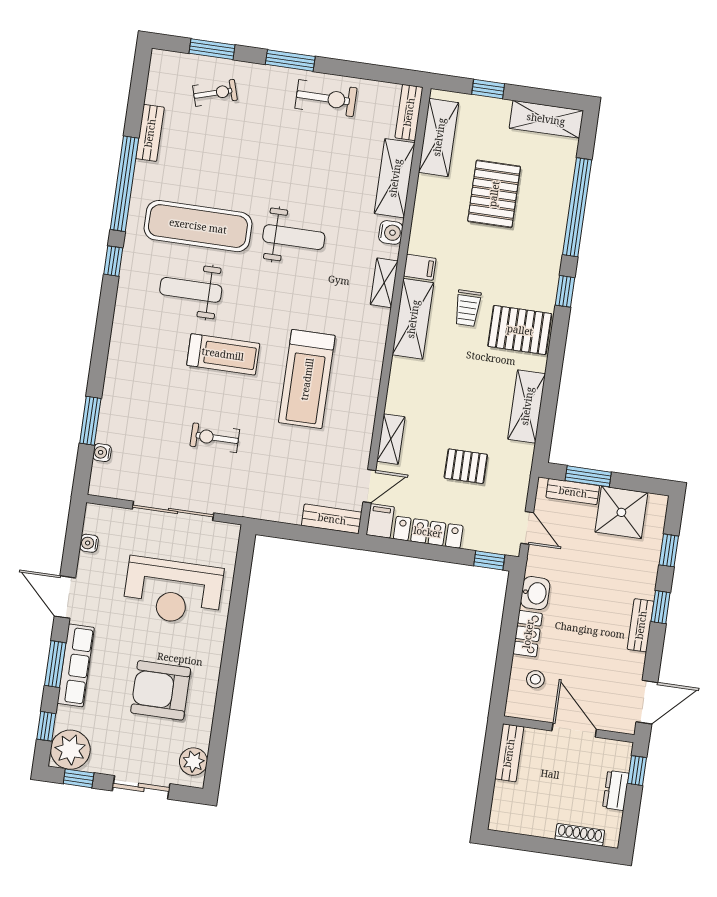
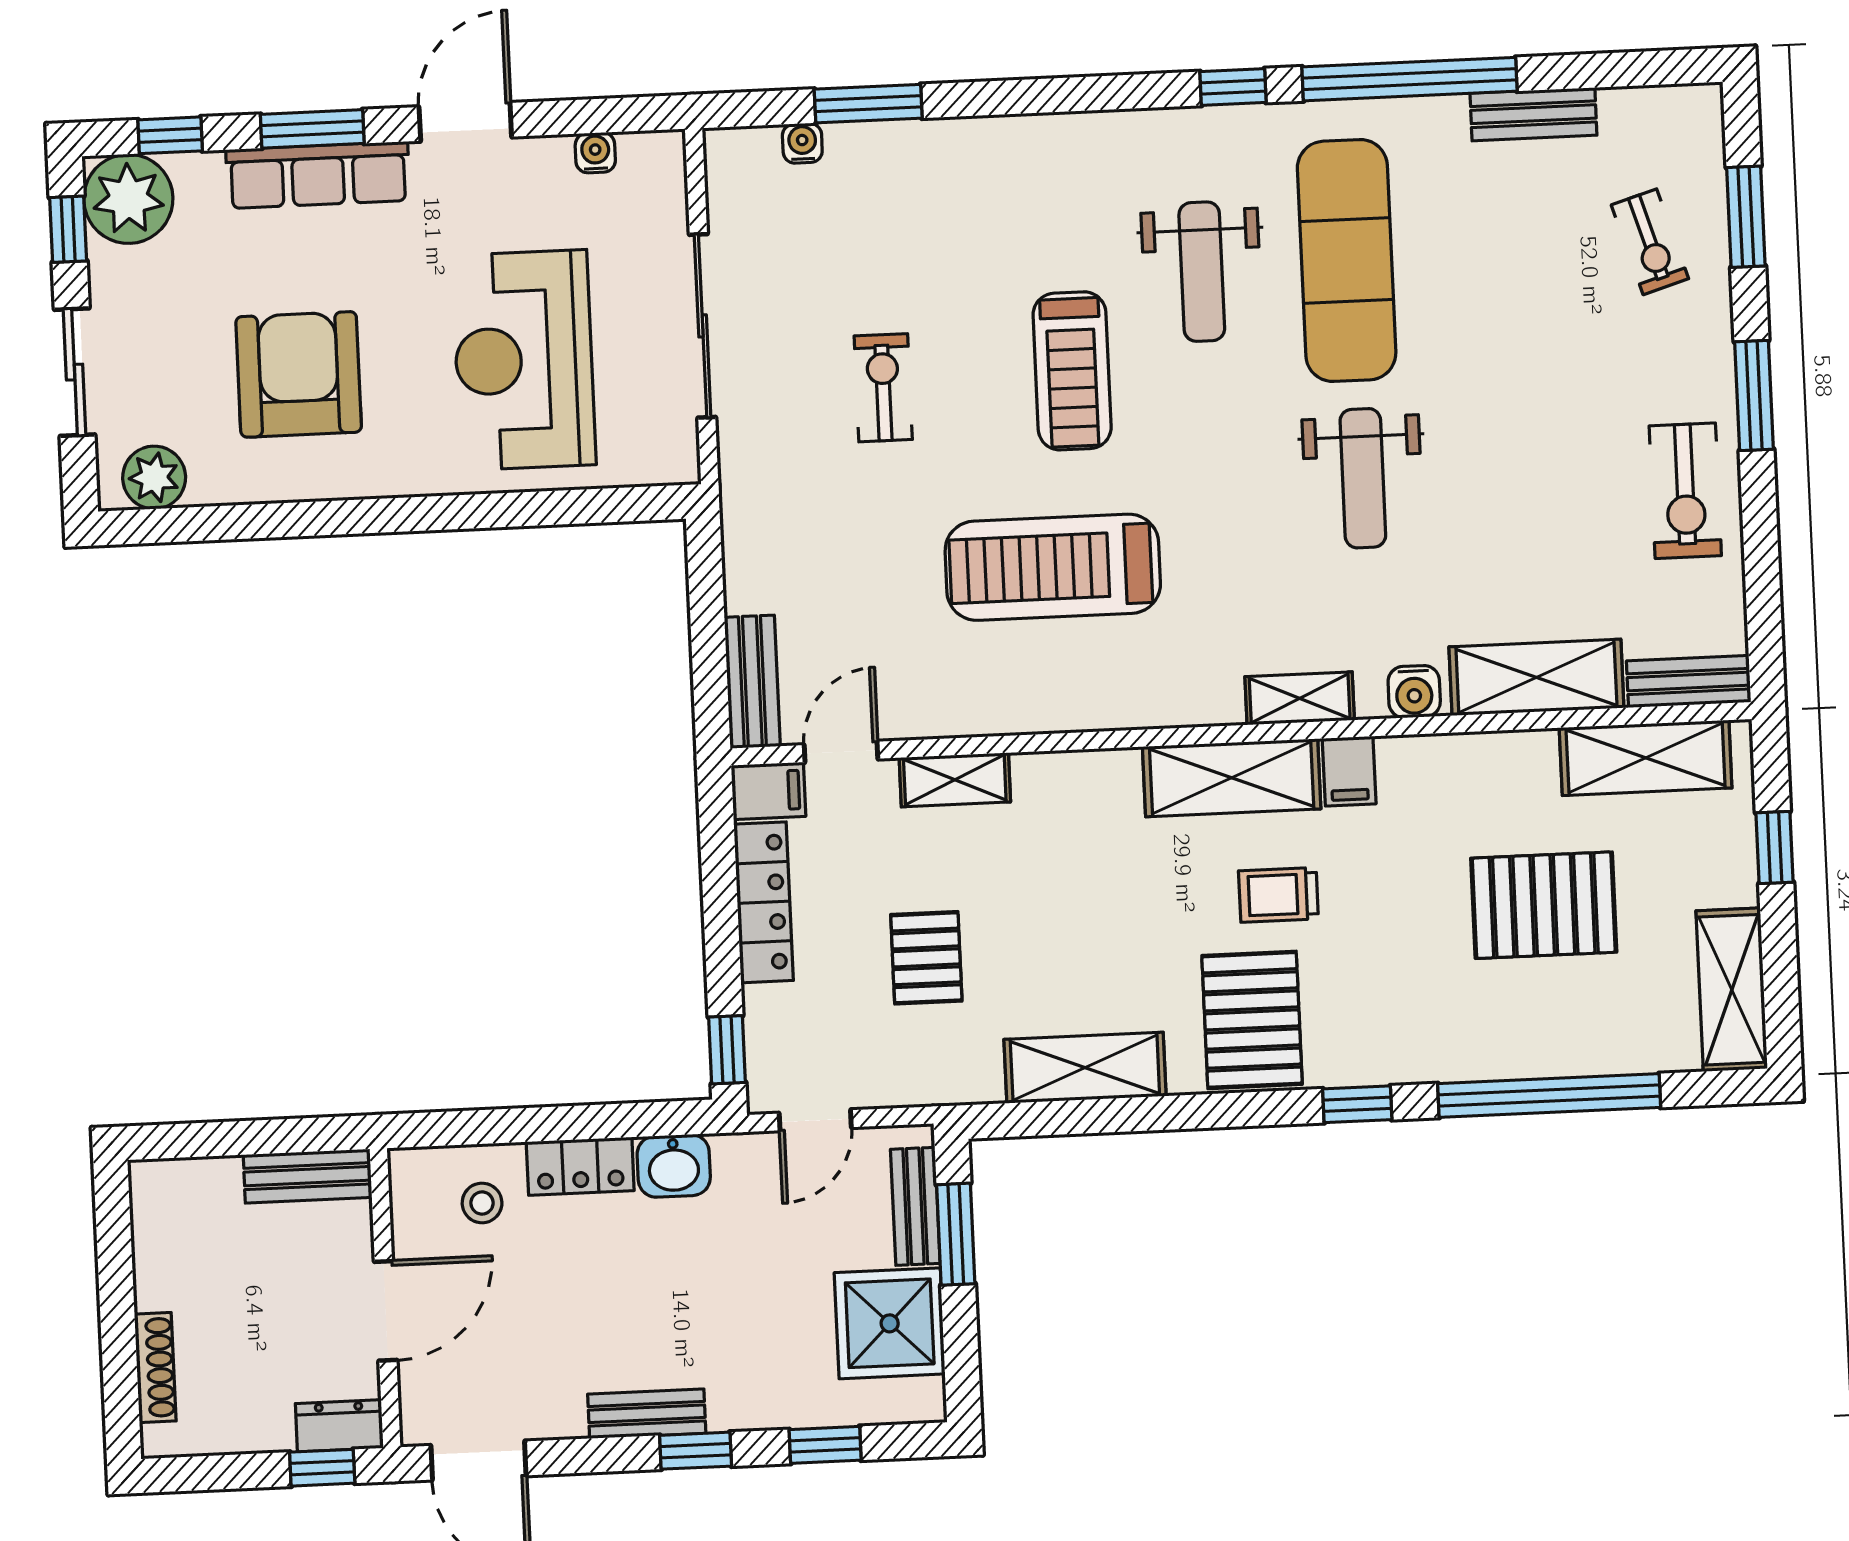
weight bench: (191, 290) -> (1202, 272), turned 180
door: (369, 486) -> (841, 752), swing flipped
dresser: (616, 790) -> (339, 1426), moved

